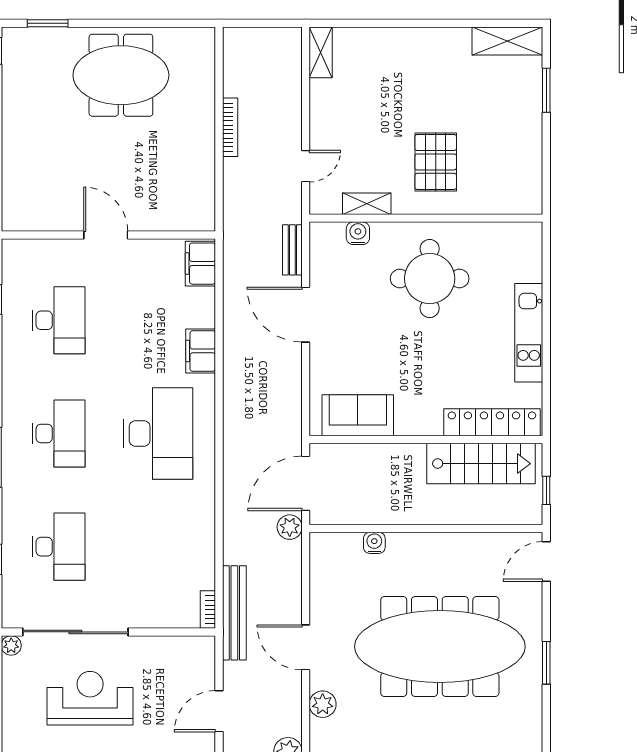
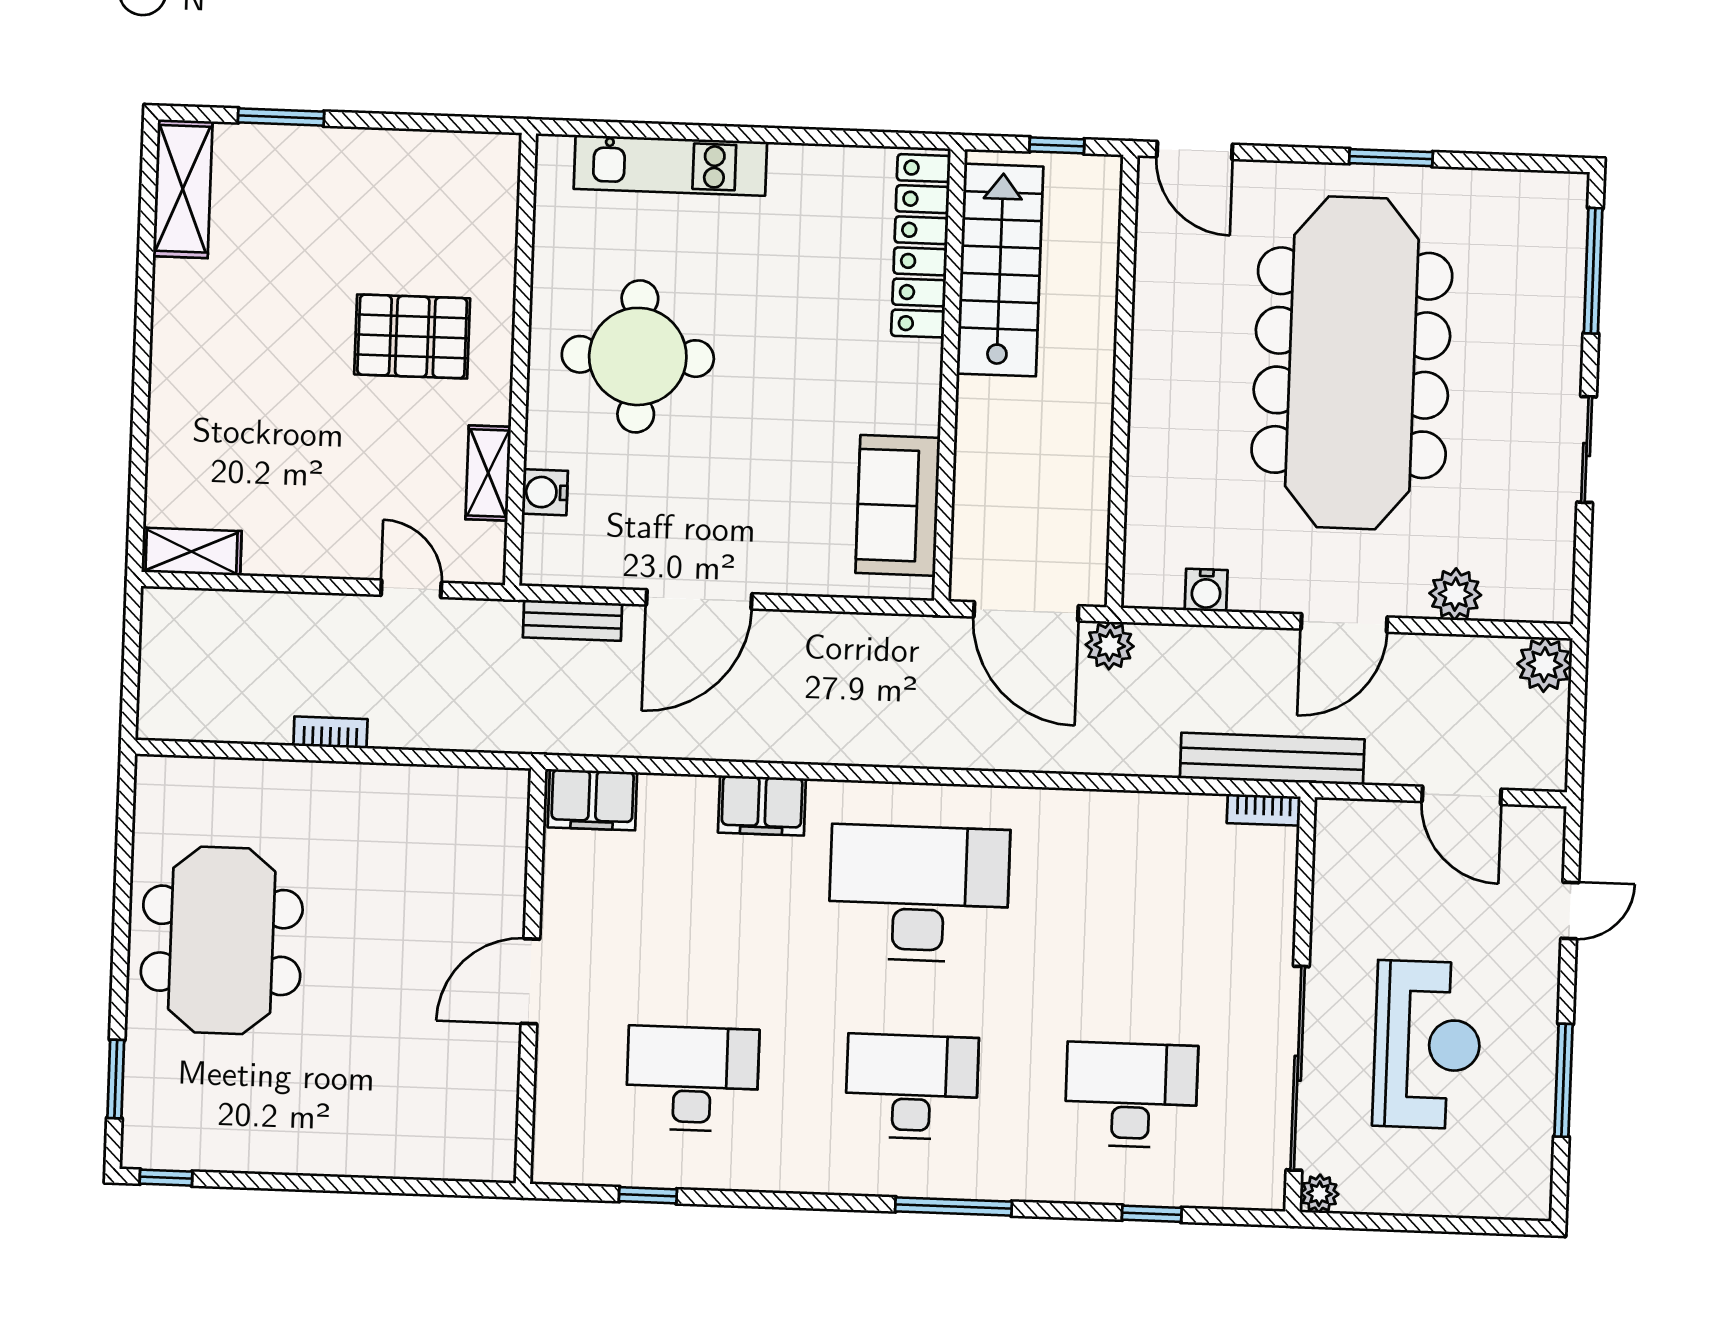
bookcase: (230, 127) -> (330, 732), width x0.64
kitchen unit: (529, 333) -> (670, 165), moved
water cooler: (374, 543) -> (1206, 590), moved, turned -90
reception desk: (90, 698) -> (1427, 1045), turned 180

